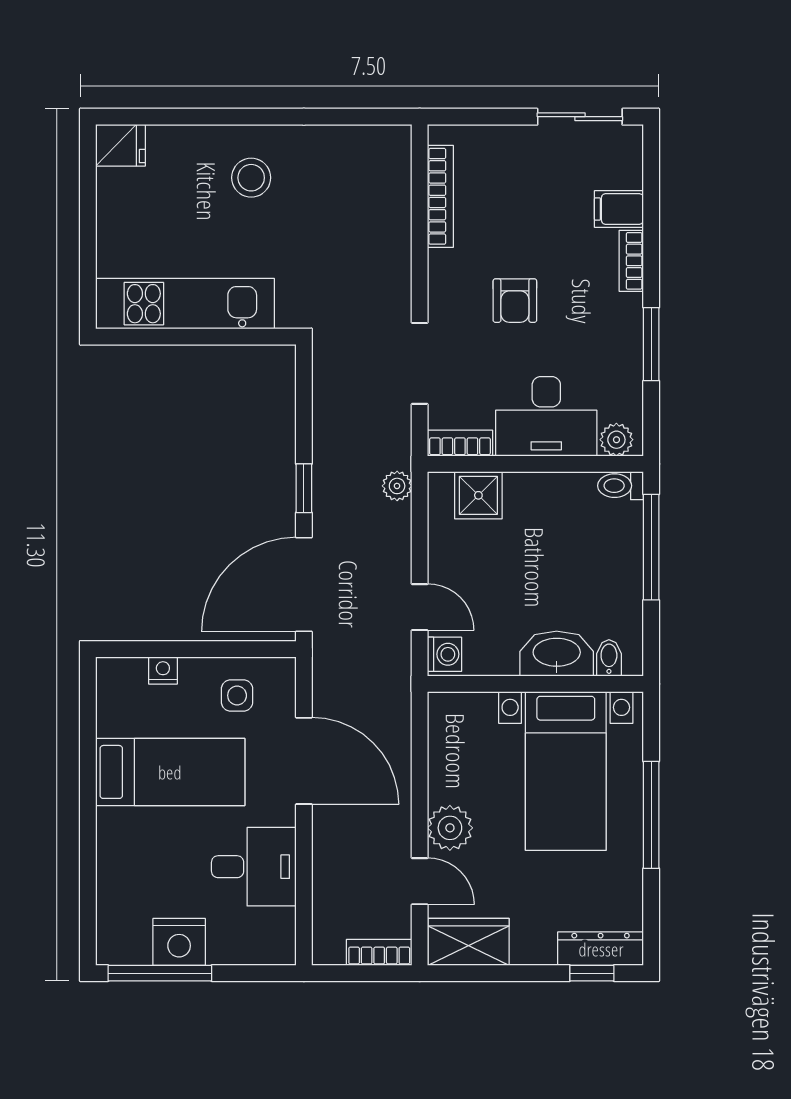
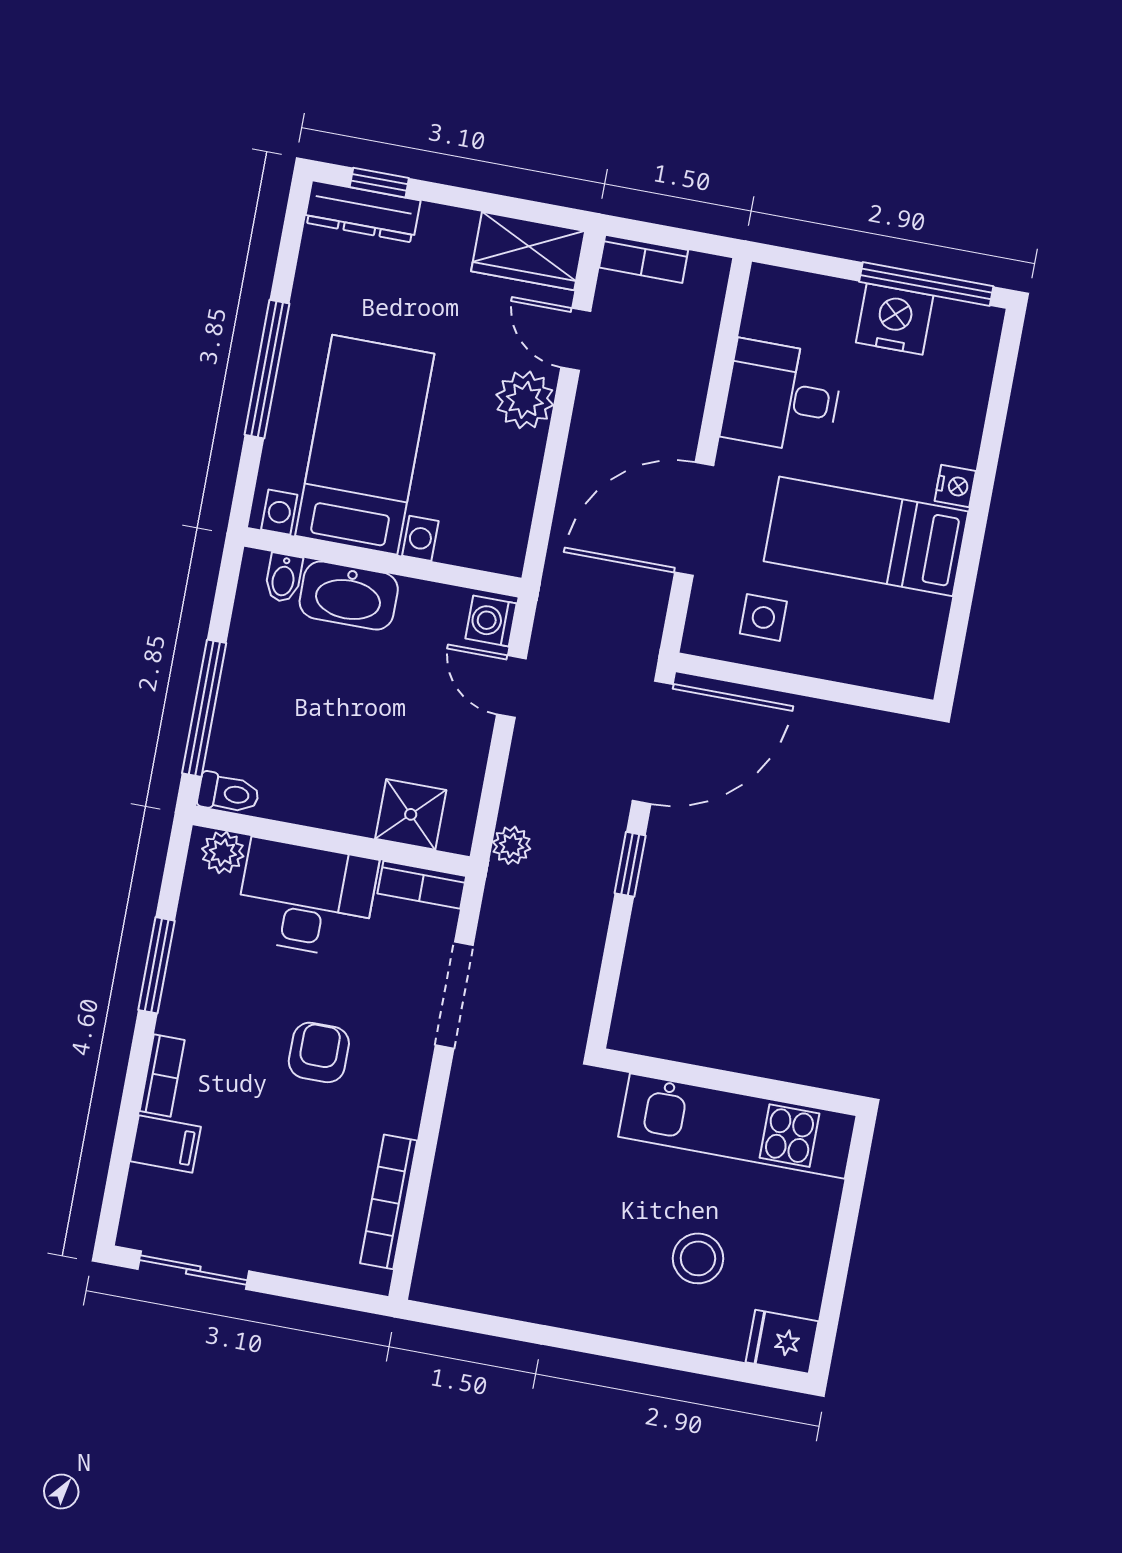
stool: (251, 178) -> (698, 1258), moved
nightstand: (163, 670) -> (955, 486), moved, turned -90
door: (304, 761) -> (694, 519), hinge flipped

